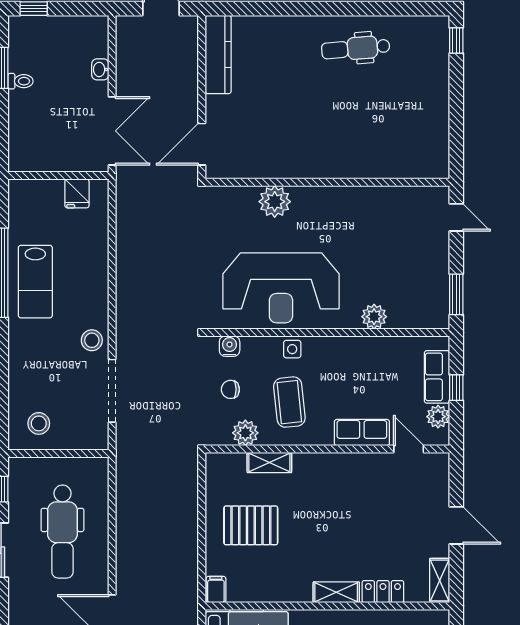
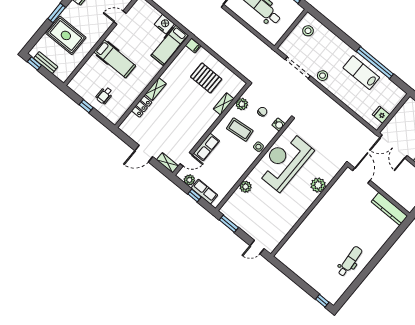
pallet: (251, 525) -> (206, 78), turned 90
shelving: (440, 581) -> (168, 163), moved

